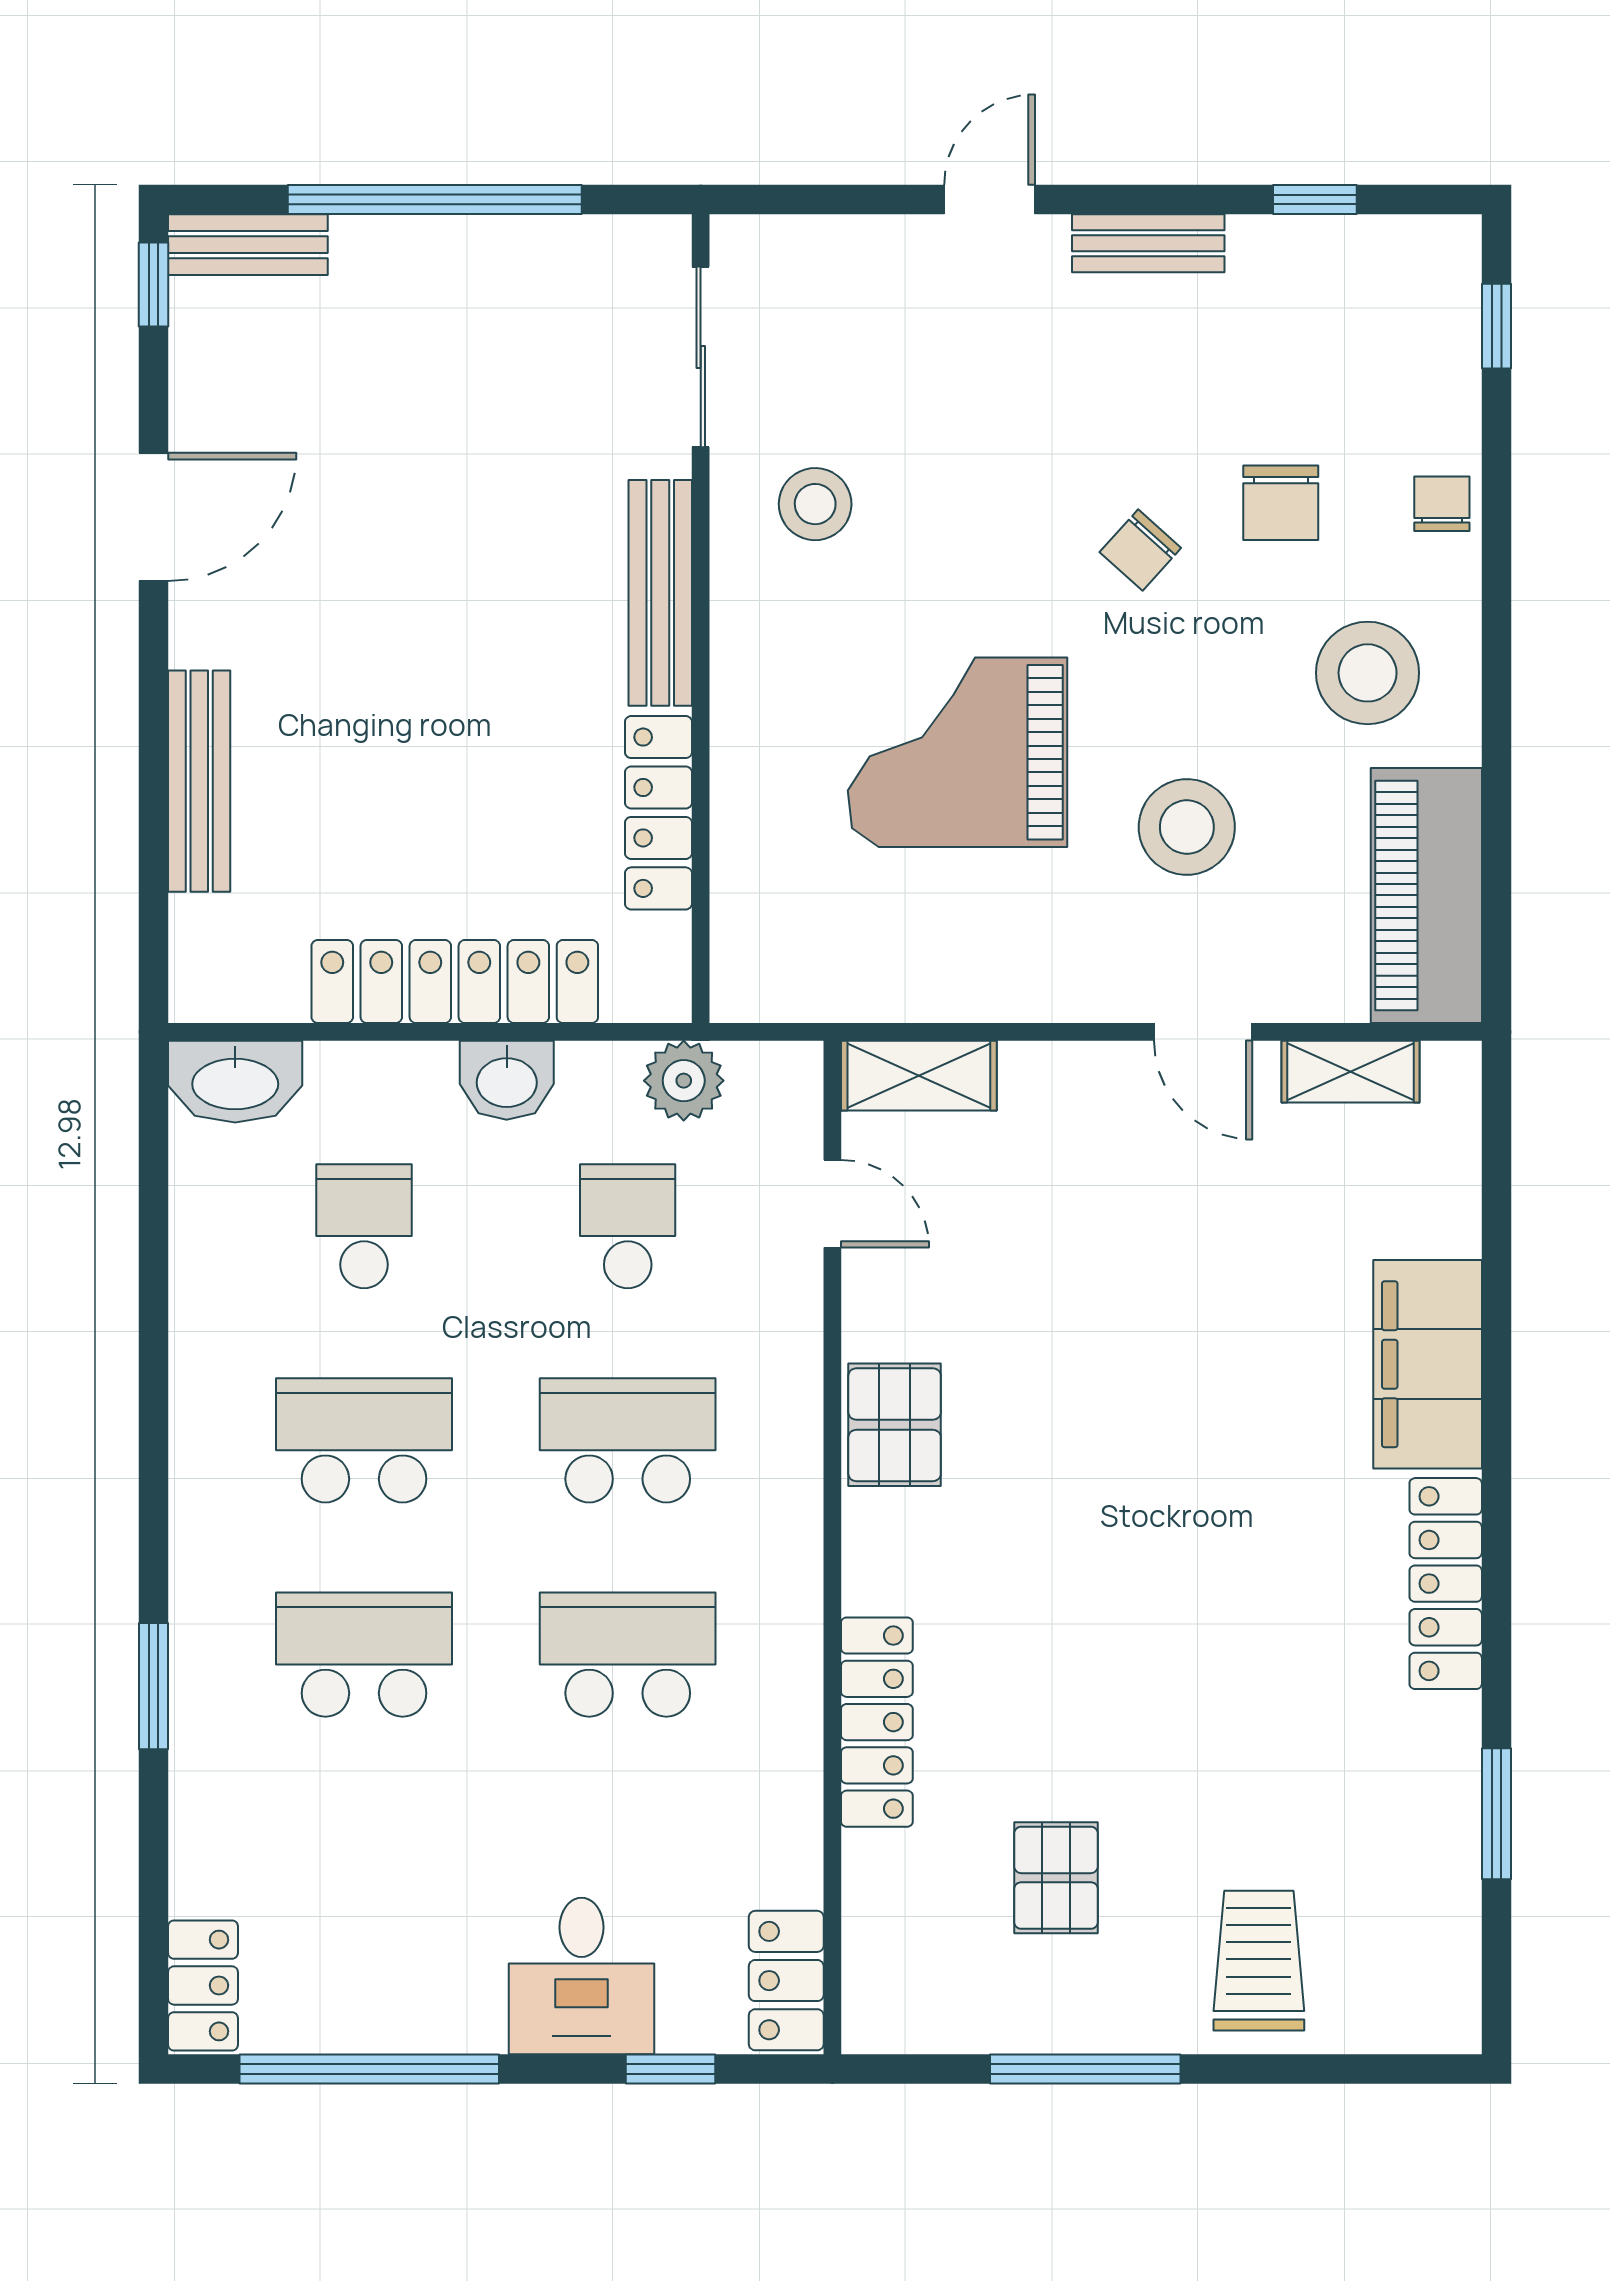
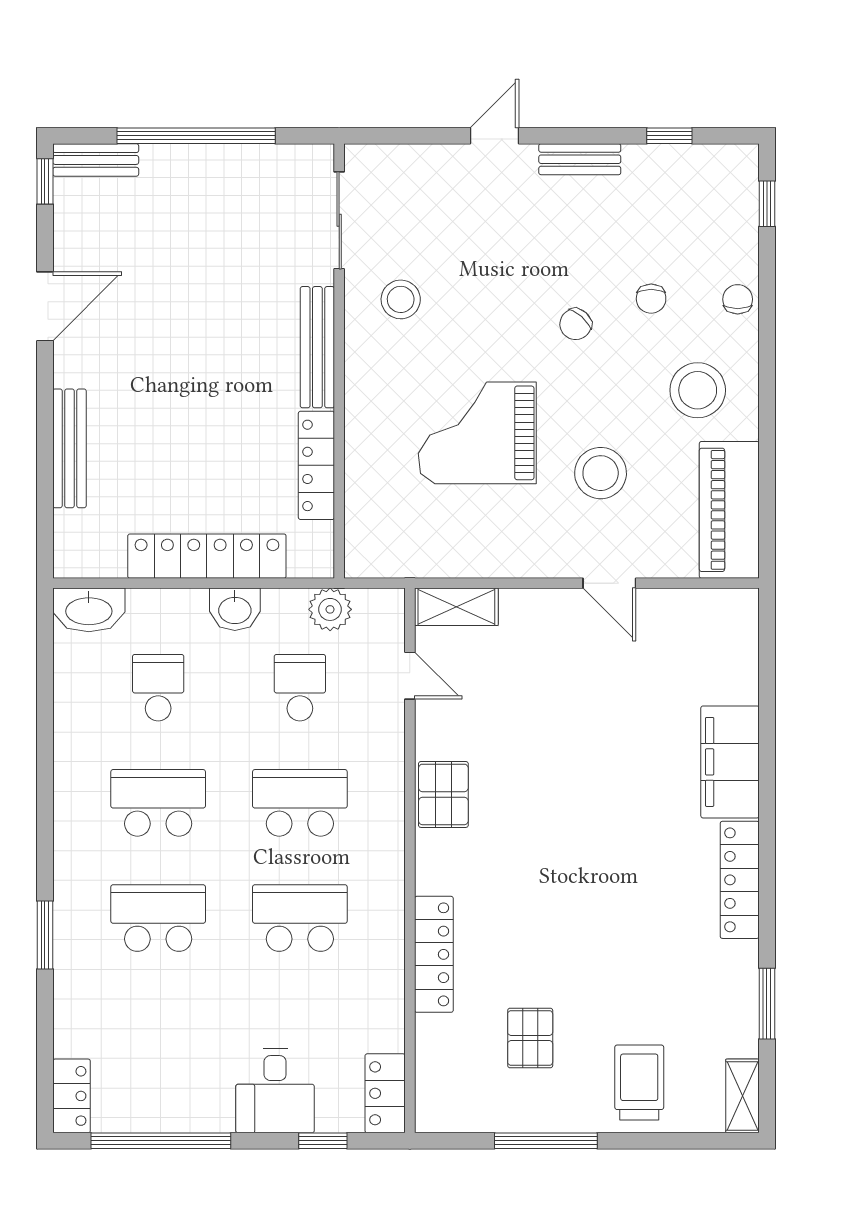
chair: (1281, 503) -> (651, 299), width x0.73, depth x0.73
shelving: (1350, 1072) -> (742, 1096), moved, turned 90

